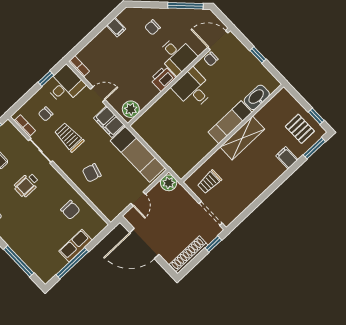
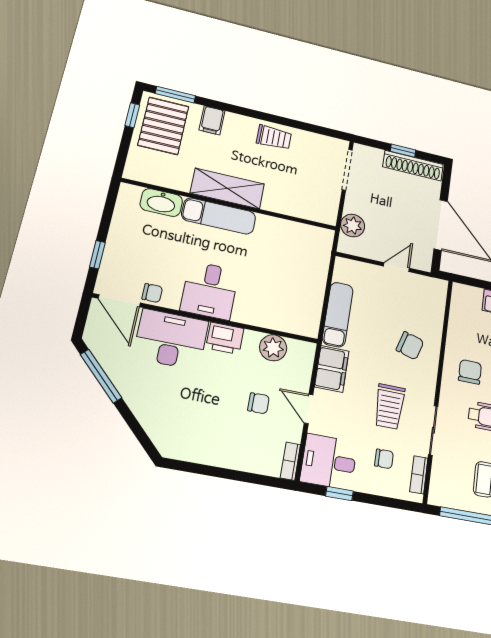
filing cabinet: (116, 27) -> (200, 450), removed
chair: (153, 27) -> (259, 403), moved
desk: (177, 55) -> (171, 339), width x1.37
window: (258, 55) -> (97, 255), moved
plant: (131, 109) -> (273, 348), moved
pallet: (300, 129) -> (163, 126), width x1.50, depth x1.42
exam couch: (138, 154) -> (338, 314), width x0.73, depth x0.69
trolley: (209, 182) -> (274, 137), moved
plant: (169, 183) -> (353, 226), moved
chair: (70, 210) -> (470, 372), moved
window: (213, 244) -> (403, 151), moved

